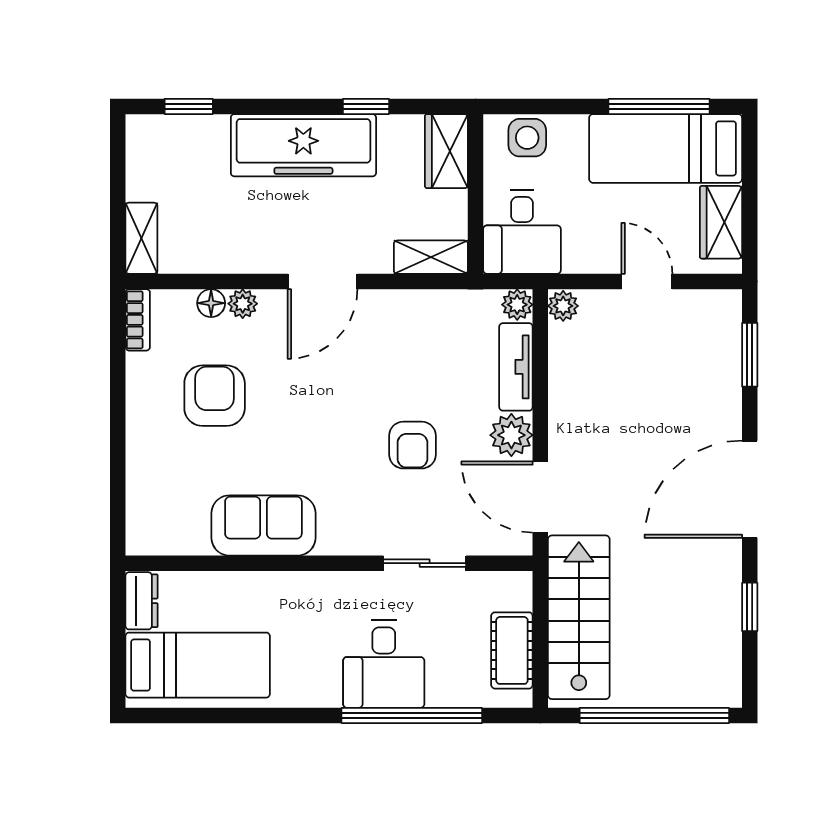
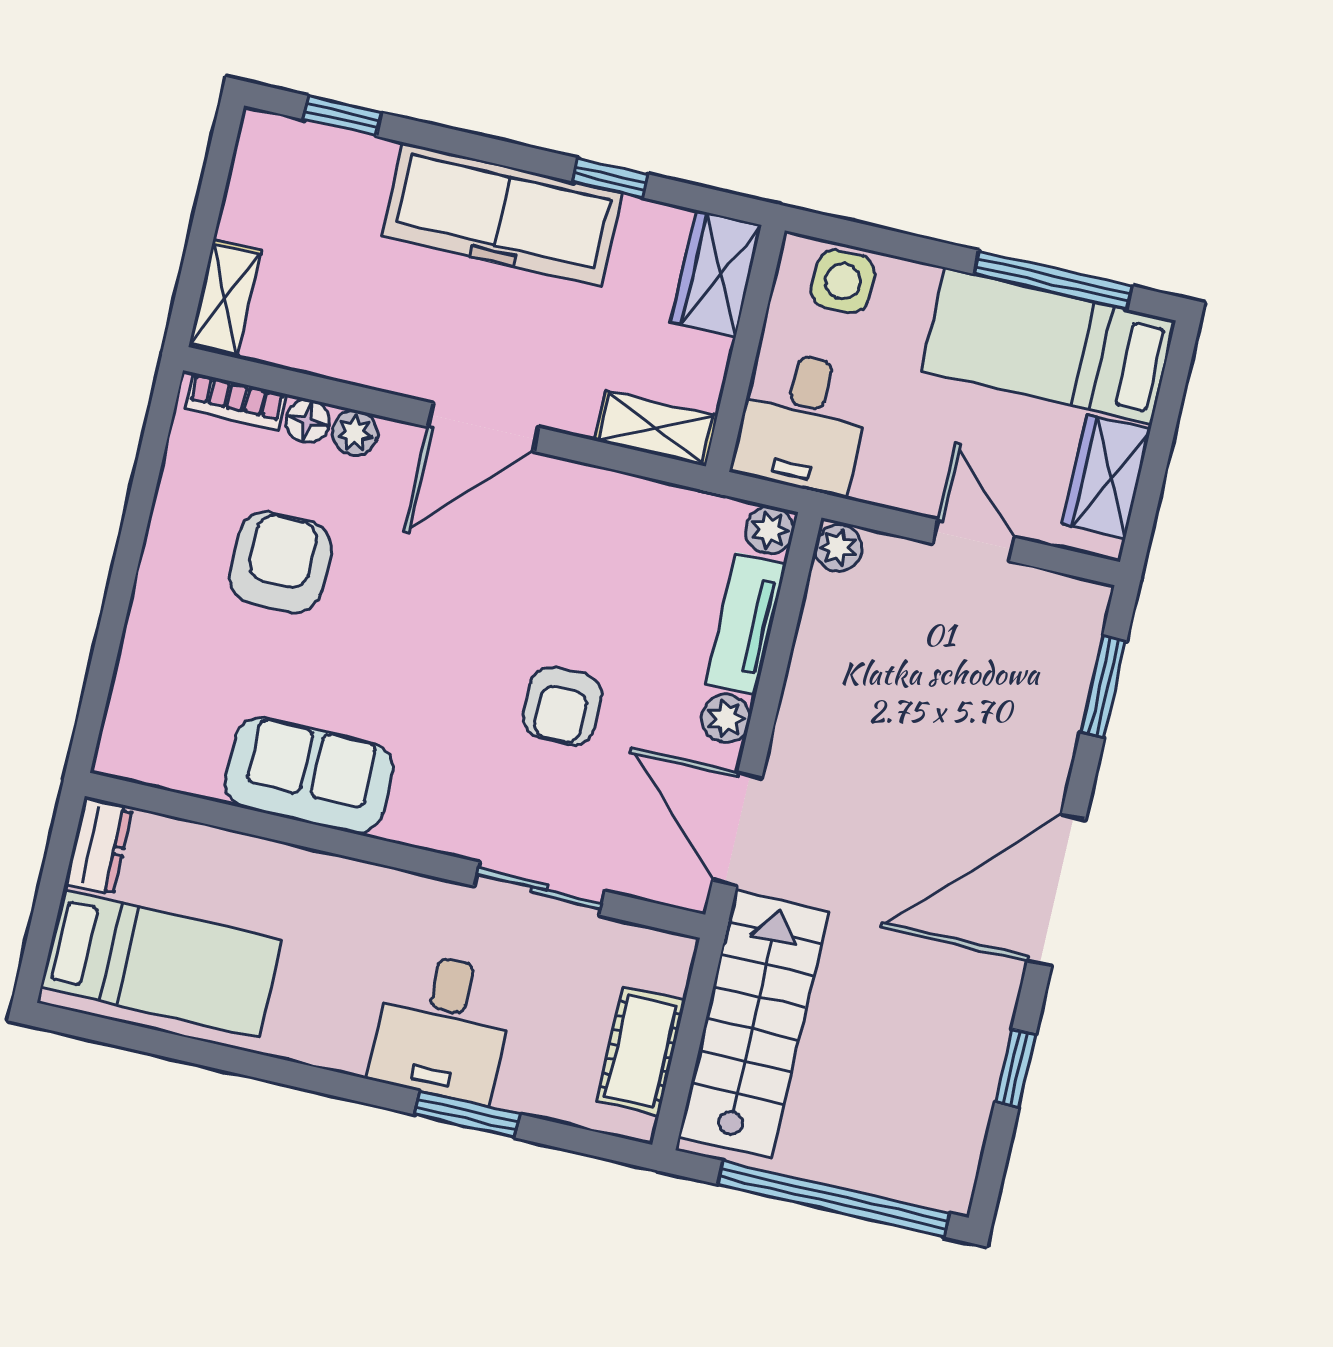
bookcase: (138, 320) -> (236, 402), moved, turned 90
plant: (511, 435) -> (726, 718), width x0.73, depth x0.73
window: (412, 715) -> (467, 1114), width x0.47

